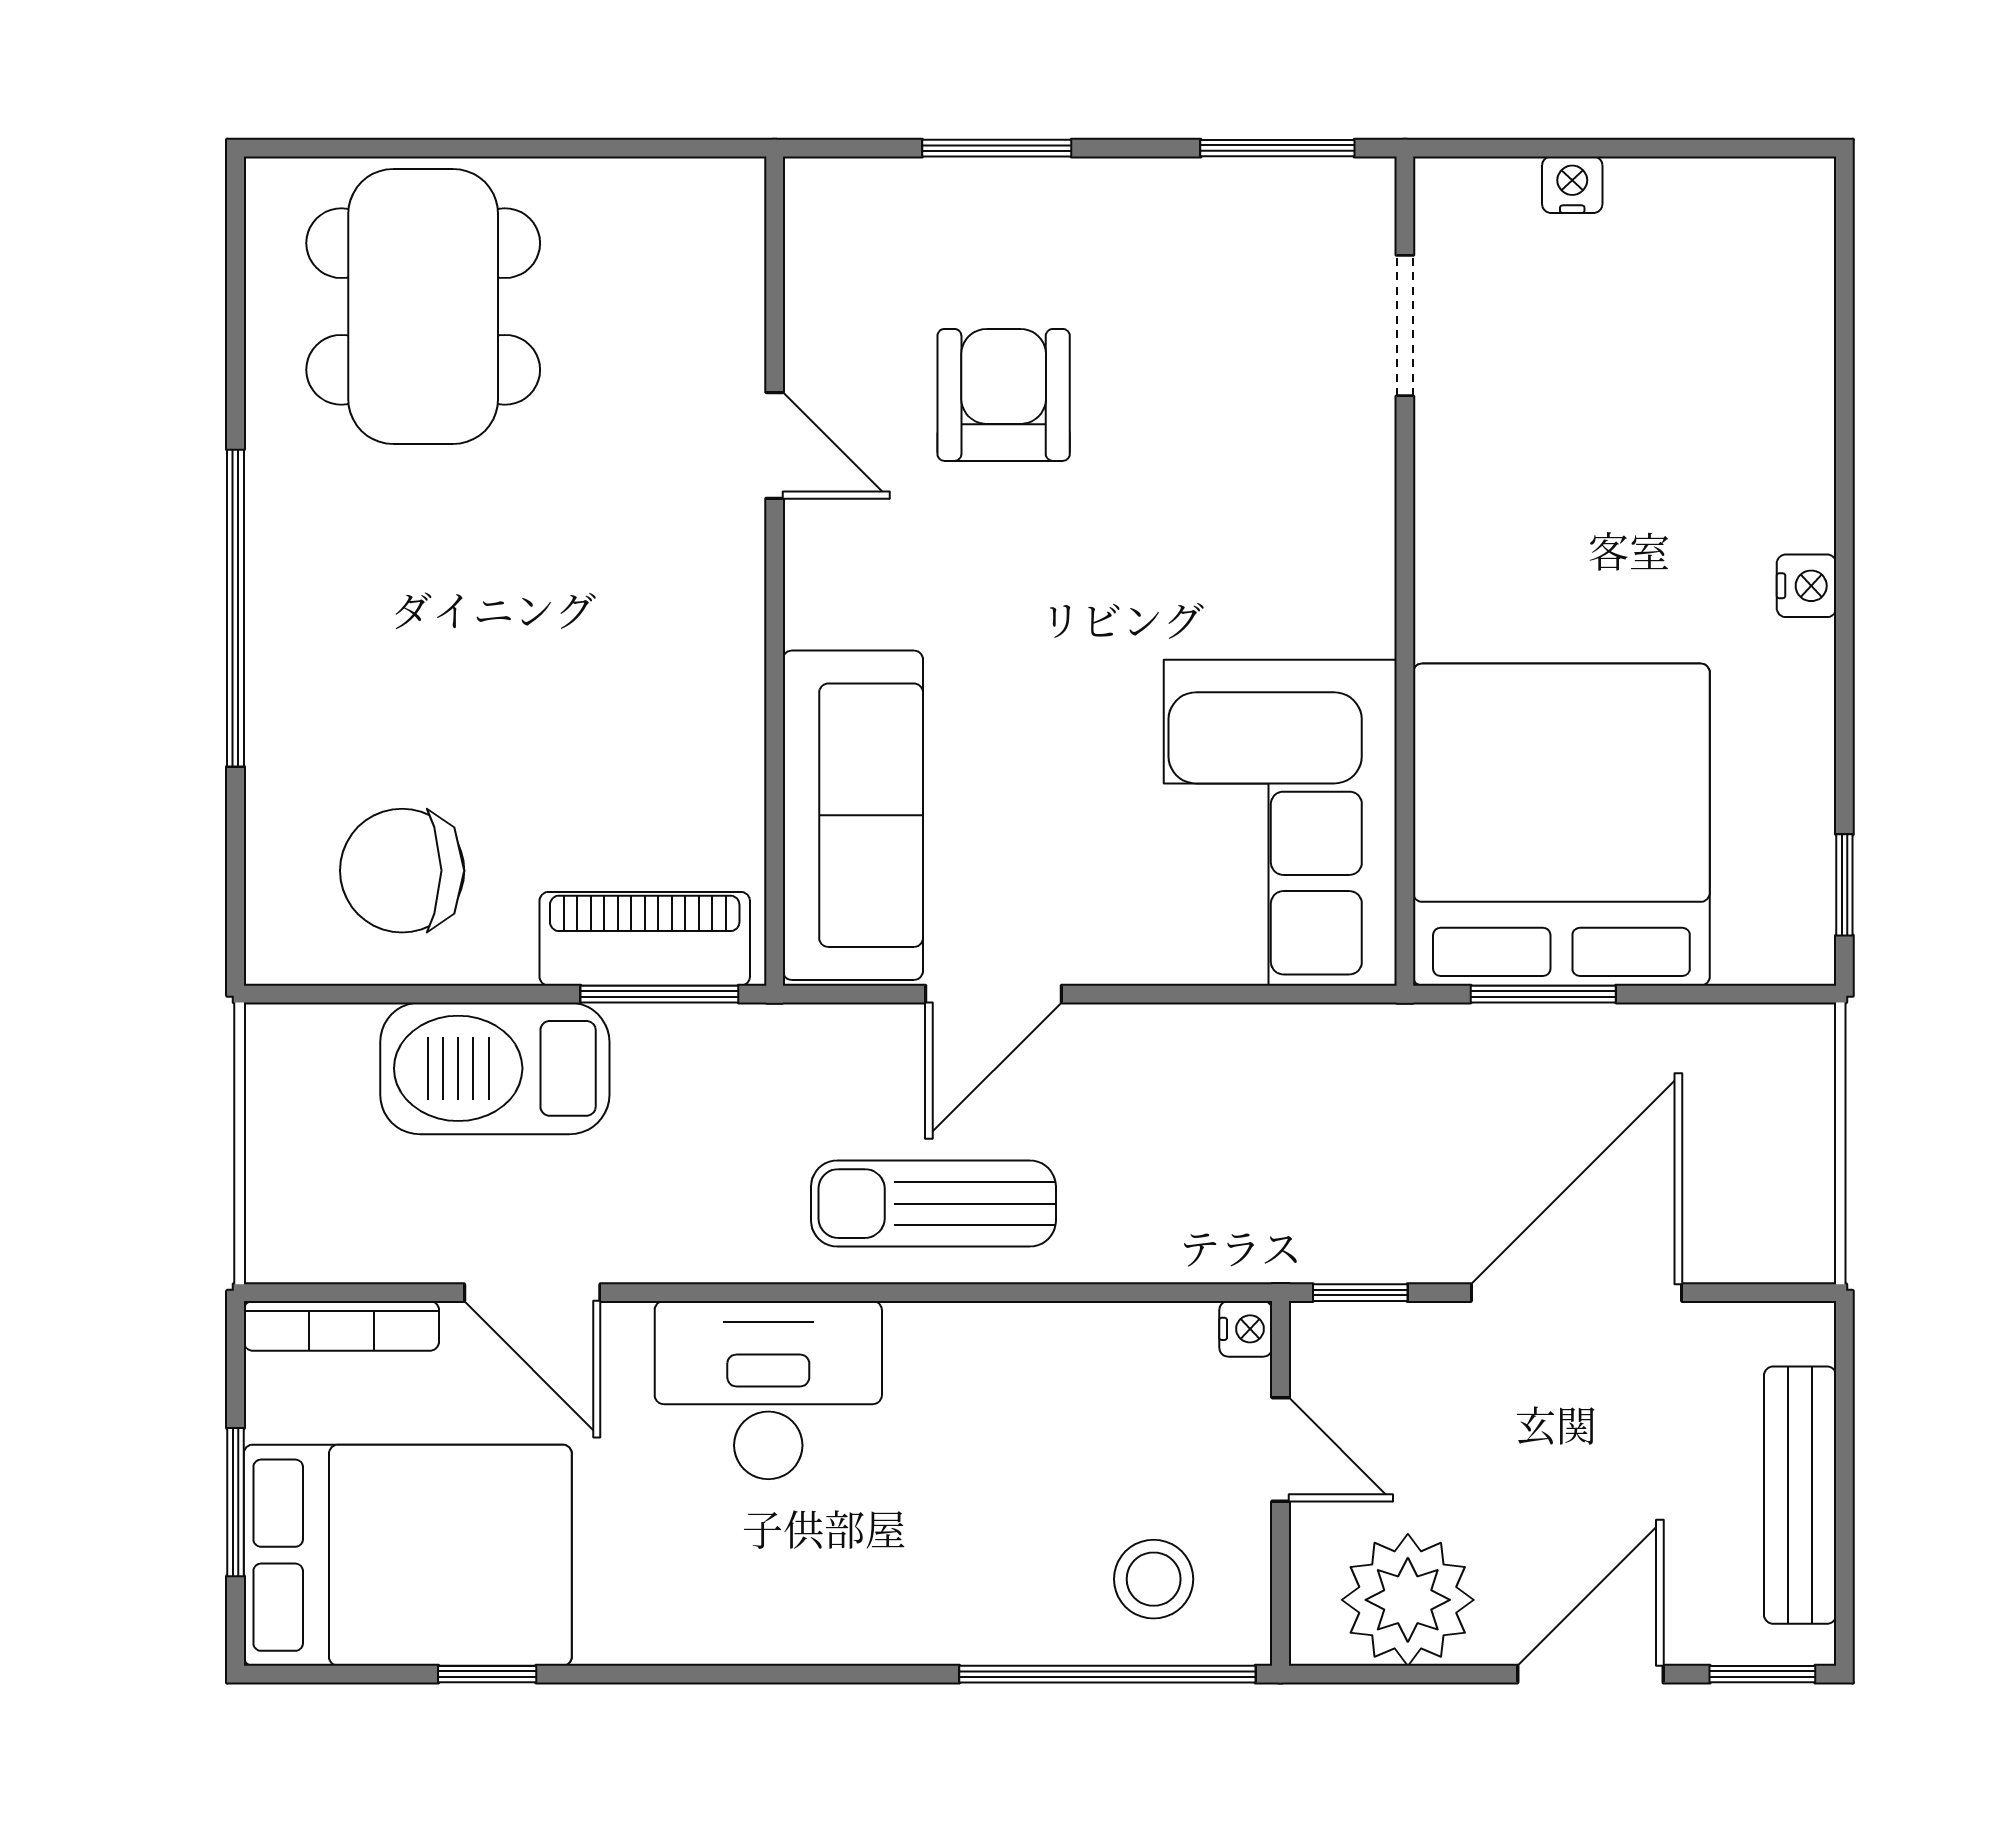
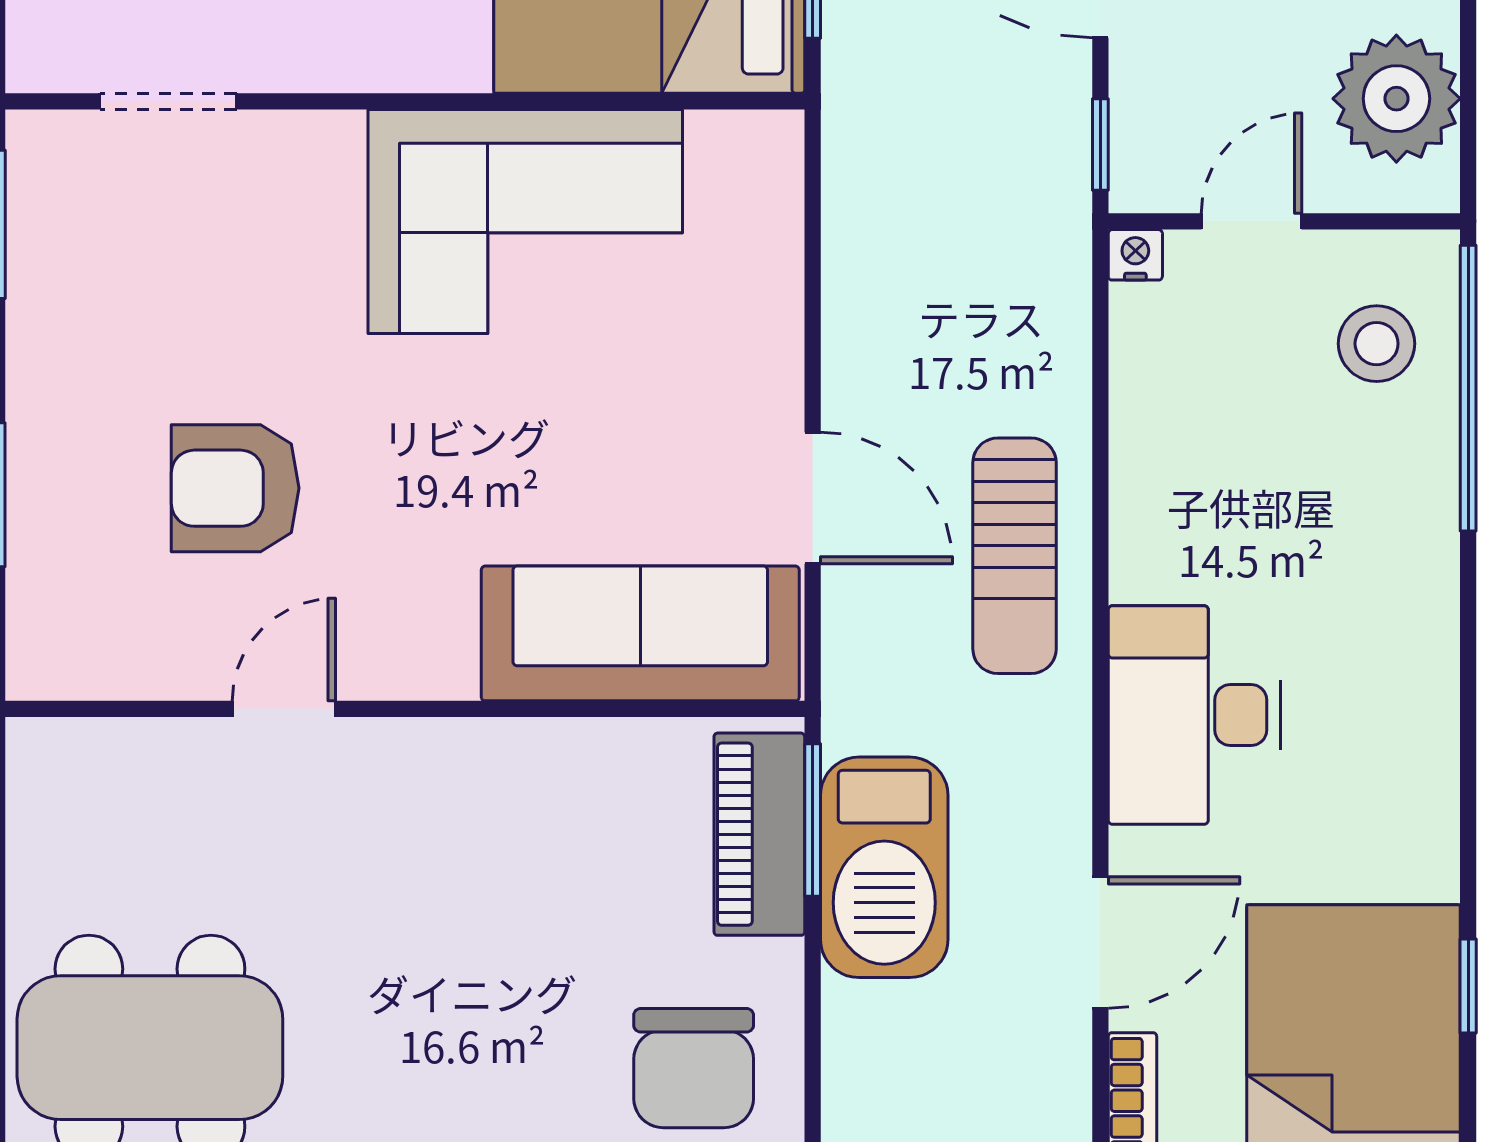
corner sofa: (1280, 823) -> (525, 222), moved
barbecue: (495, 1068) -> (884, 867), moved

